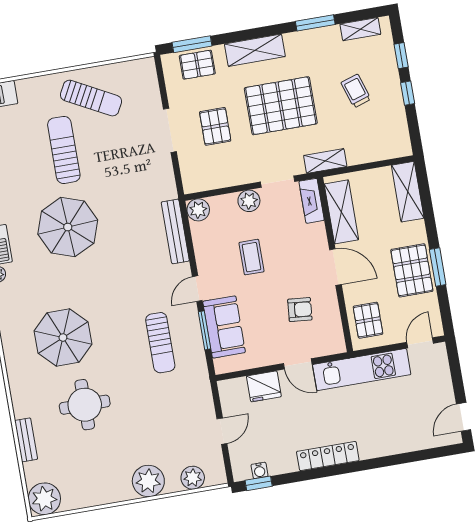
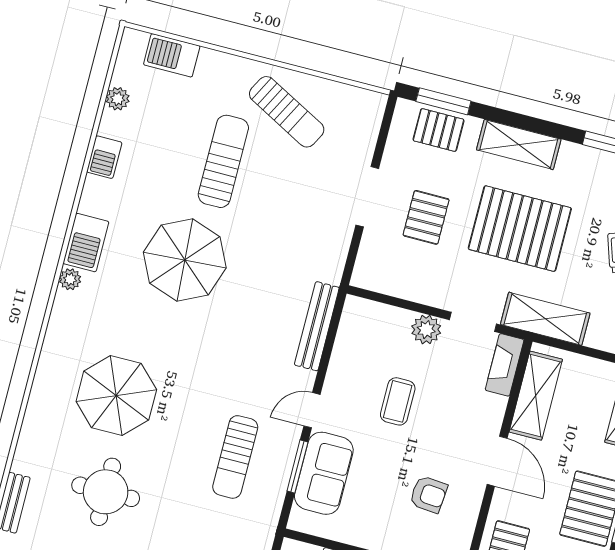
shelving: (325, 161) -> (545, 319), width x1.50, depth x1.33
plant: (198, 210) -> (358, 312), removed

